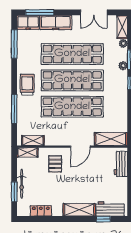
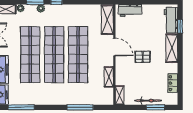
trolley: (27, 85) -> (58, 96), removed
shelving: (33, 141) -> (109, 77), moved
pallet: (55, 164) -> (143, 57), moved

